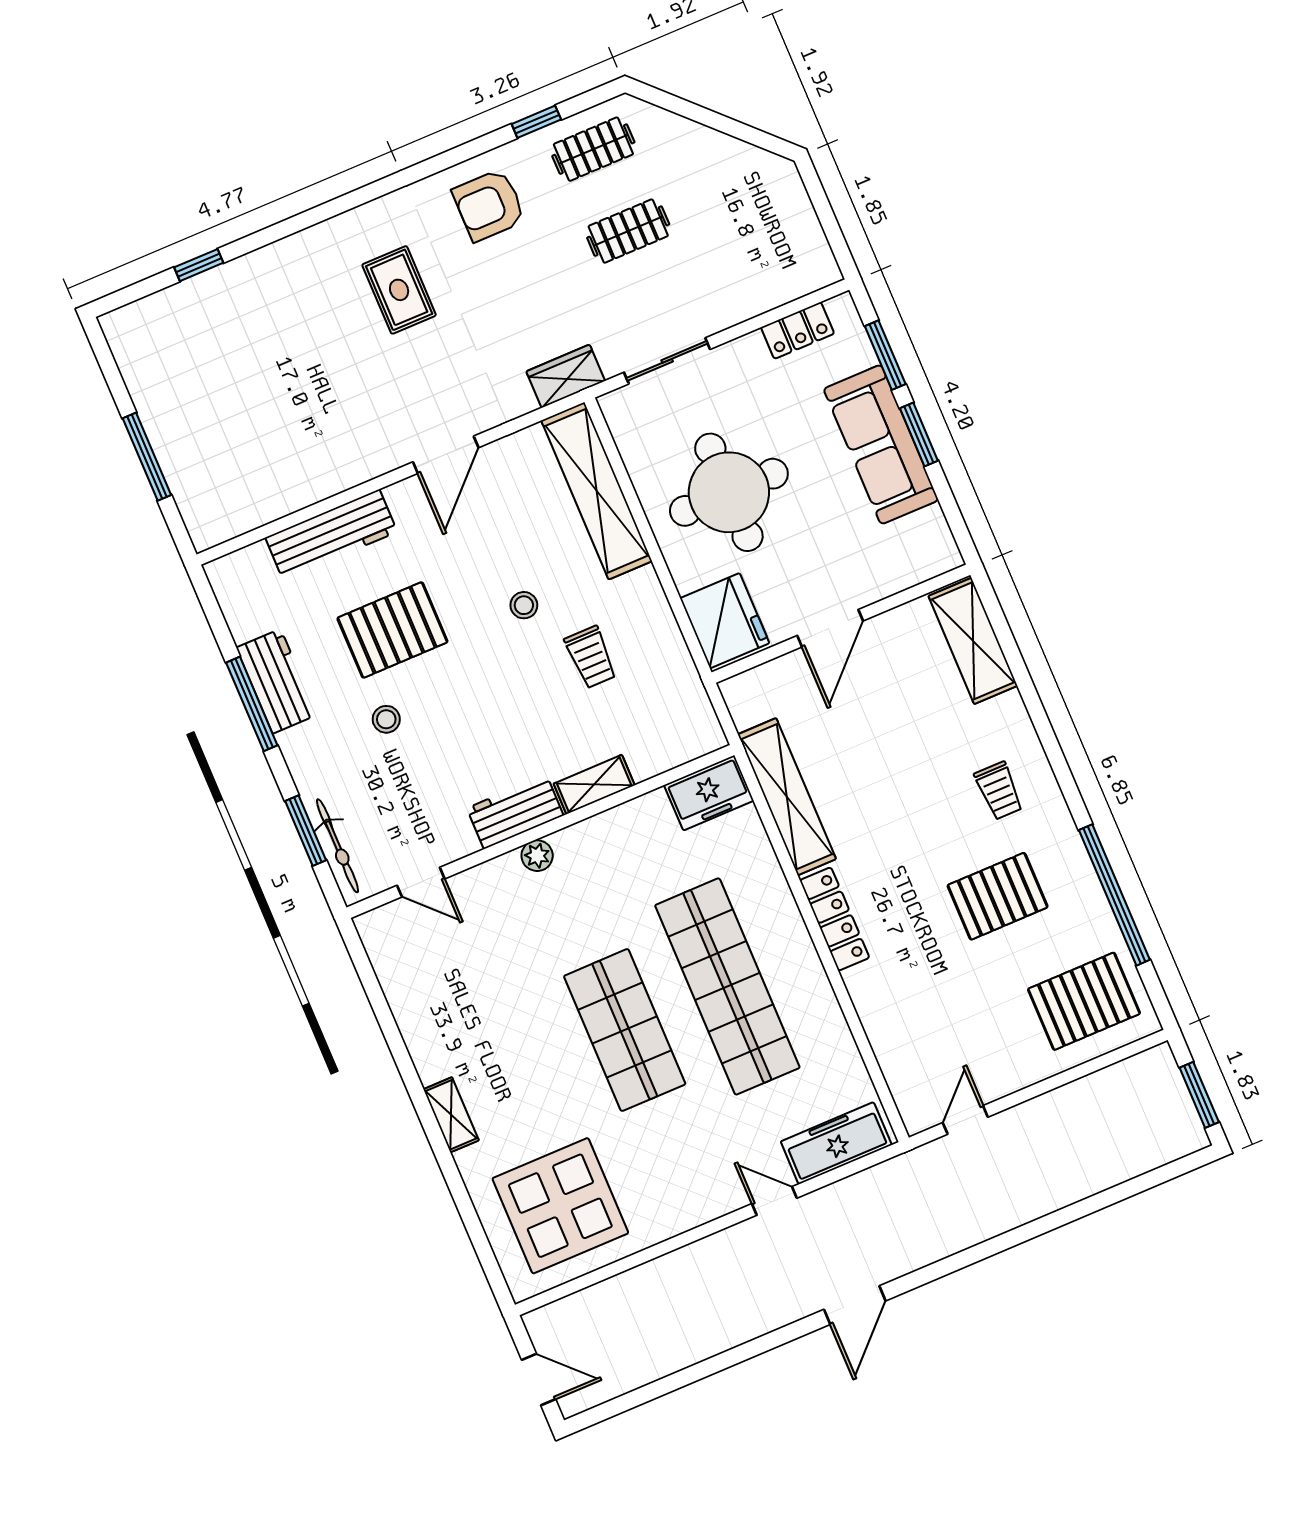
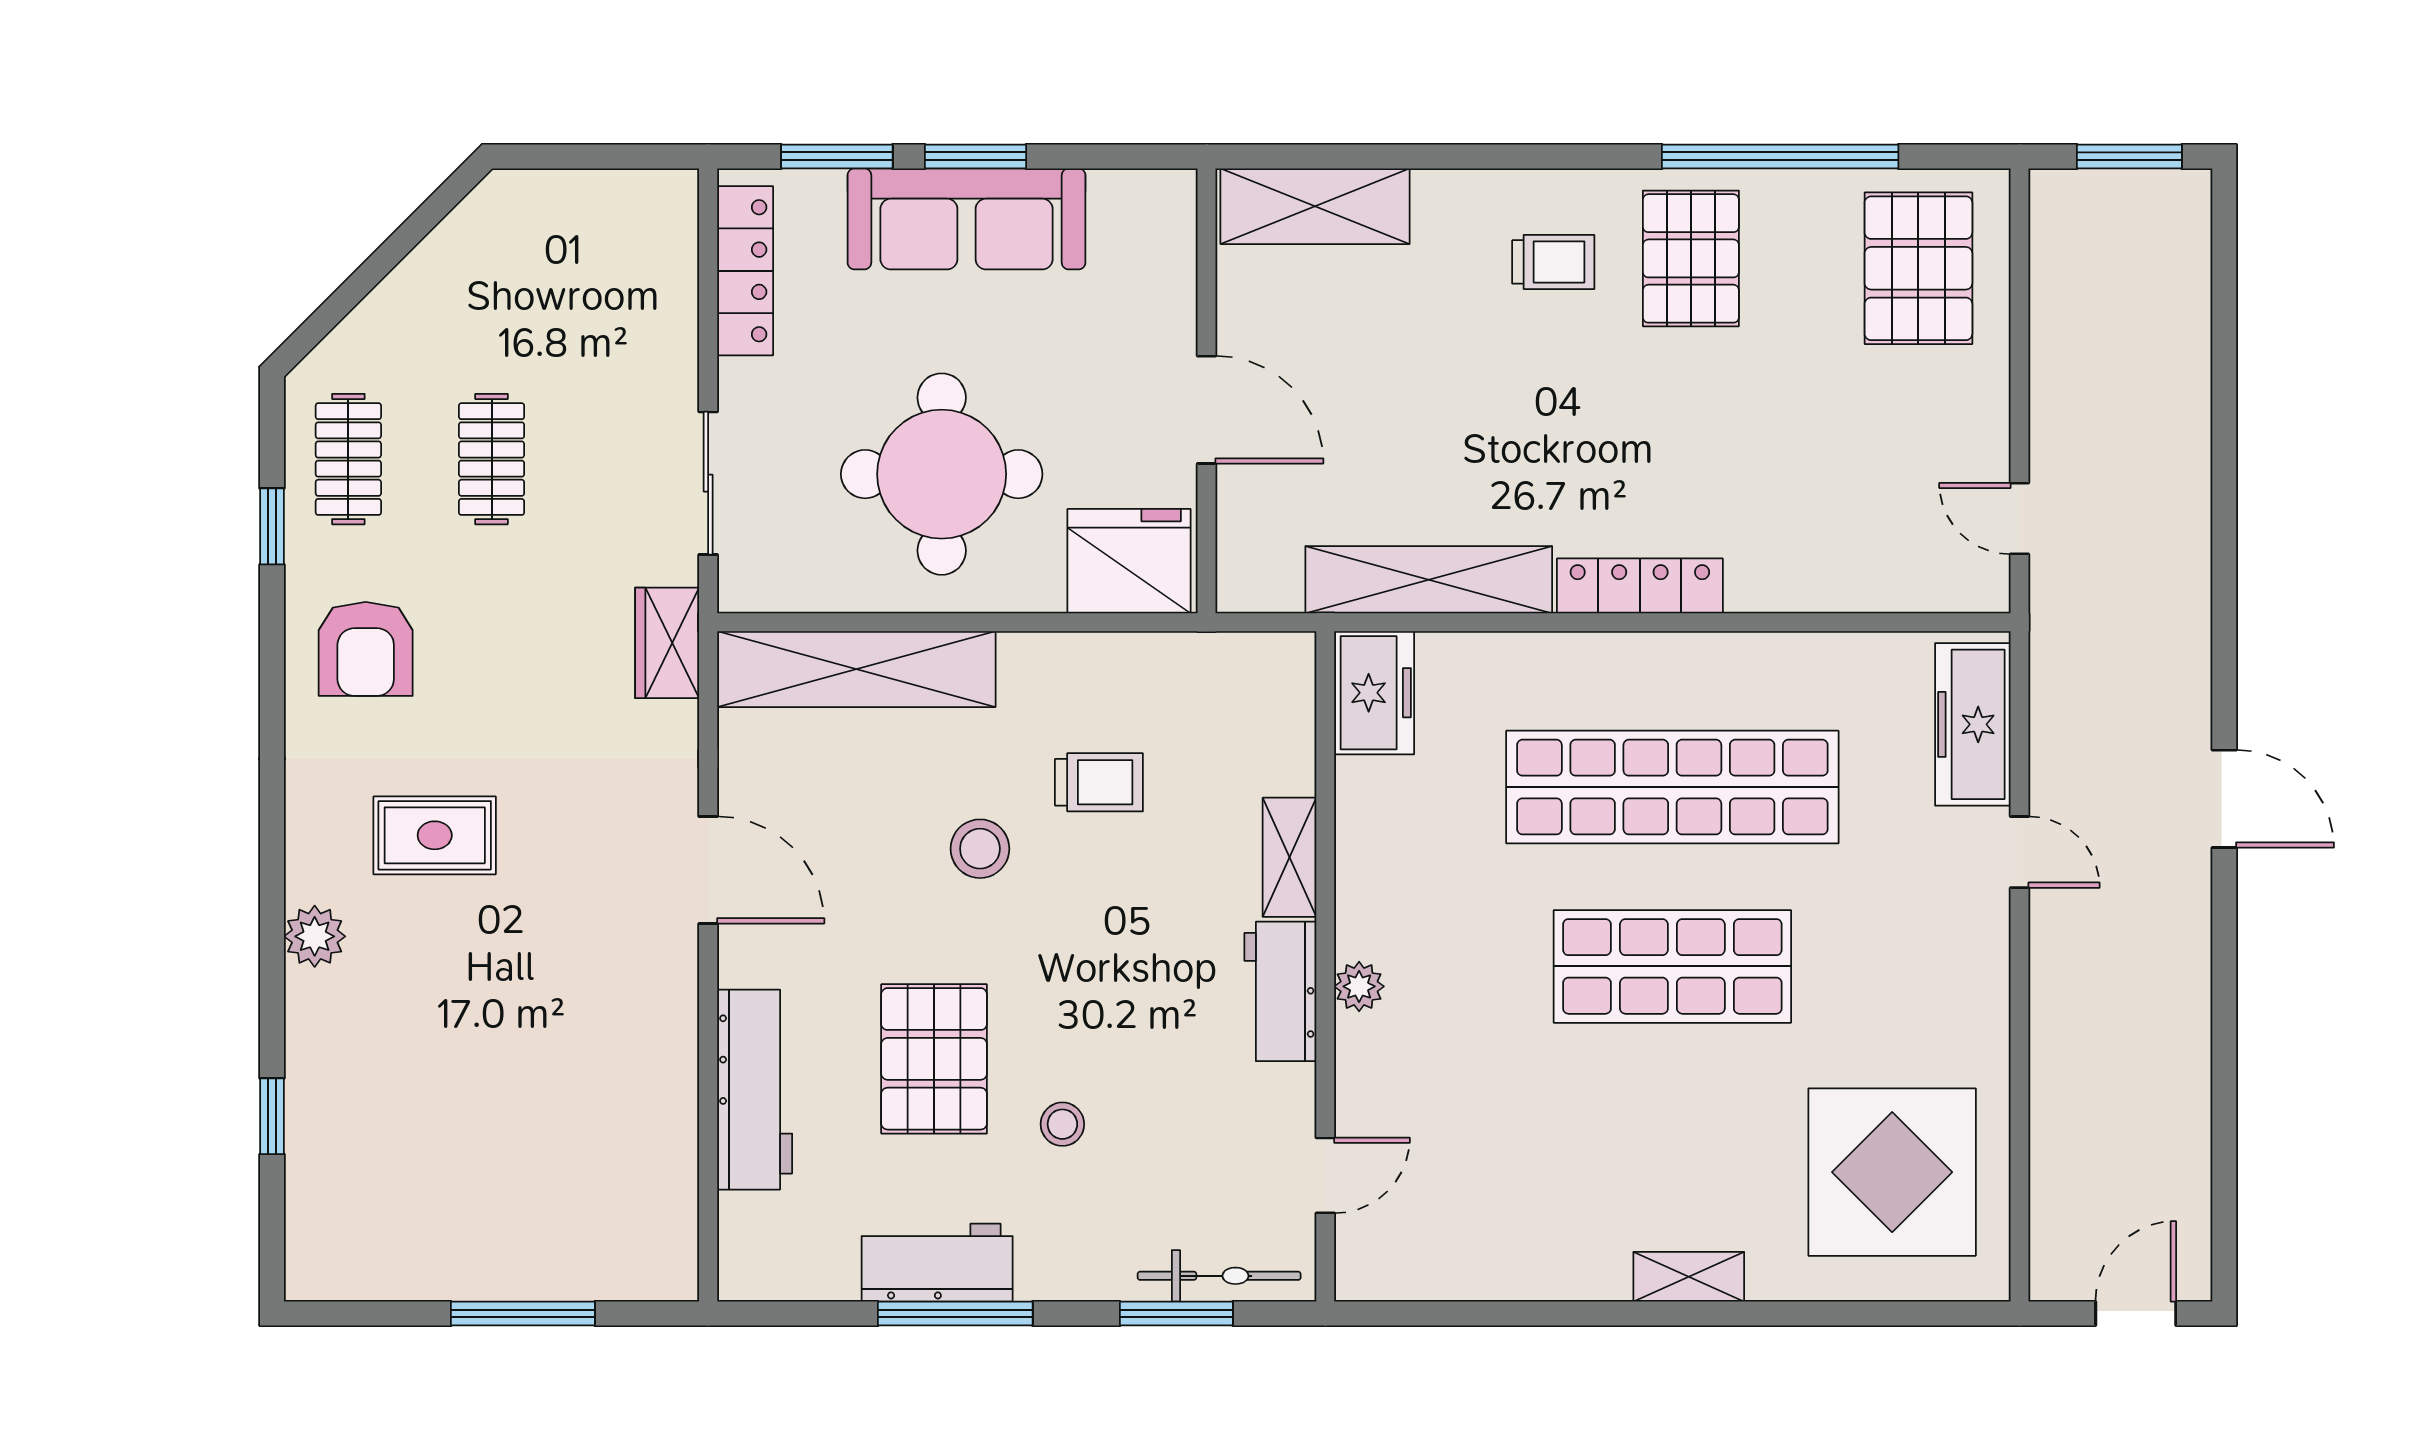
plant: (312, 246) -> (315, 936), added
locker: (798, 330) -> (745, 271), width x1.53
stool: (524, 605) -> (980, 849), width x1.37, depth x1.37
pallet: (998, 896) -> (1691, 258), moved
door: (774, 1201) -> (2020, 852), swing flipped

